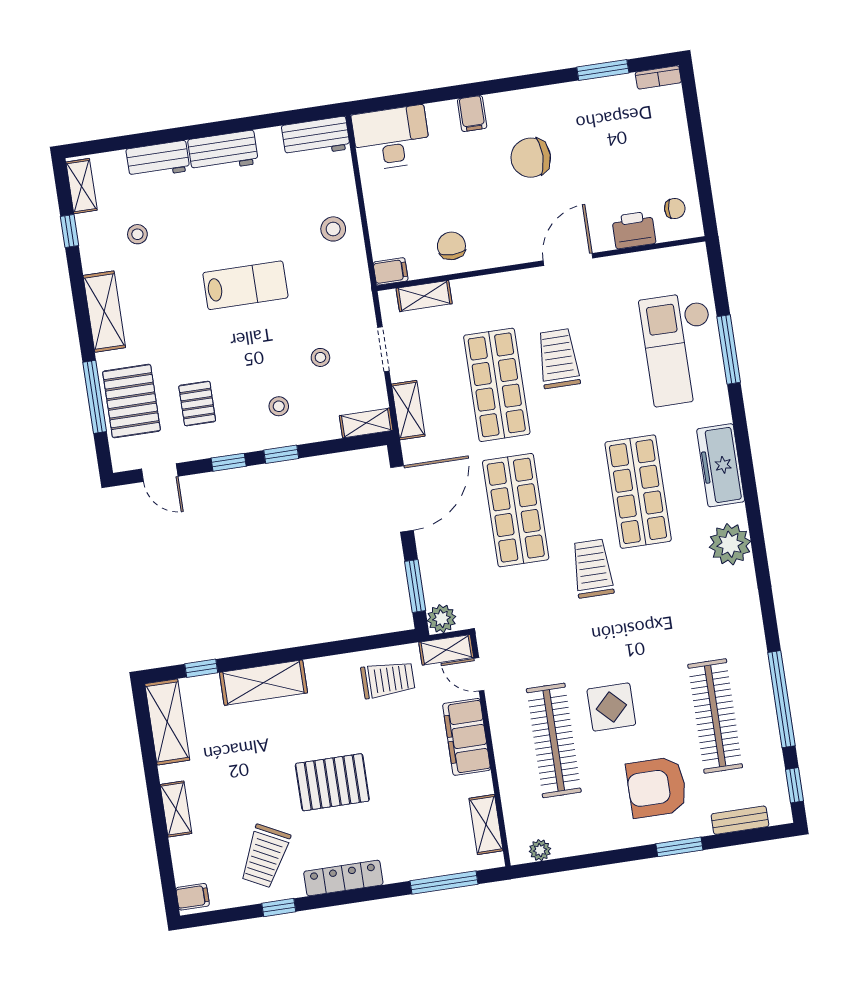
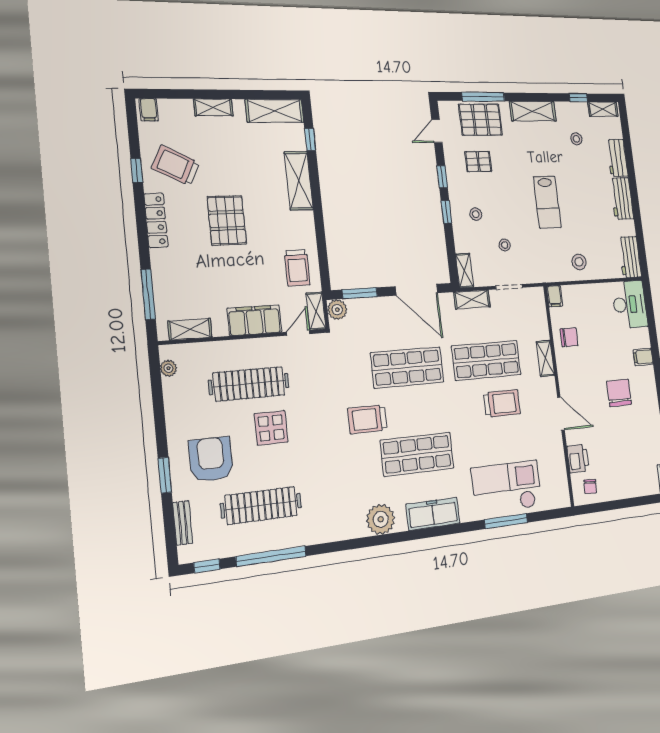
shelving: (424, 296) -> (545, 358), moved
trolley: (592, 568) -> (367, 419), turned 180

